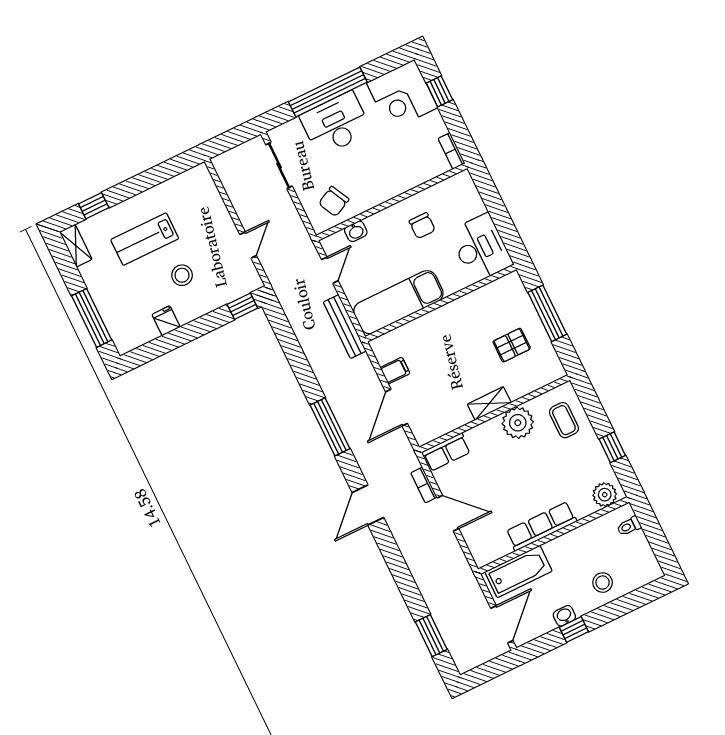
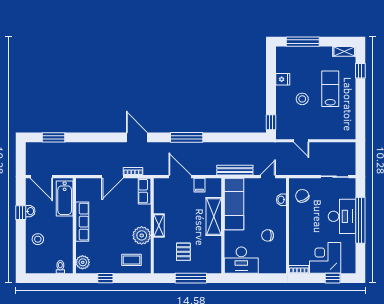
corner desk: (402, 95) -> (325, 258), moved
door: (330, 270) -> (268, 177), swing flipped
shelving: (433, 324) -> (214, 216), added

